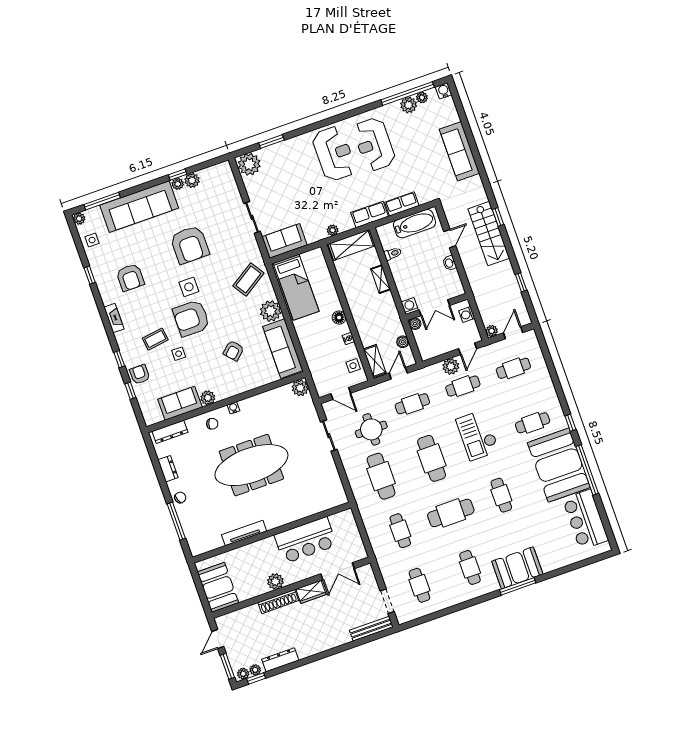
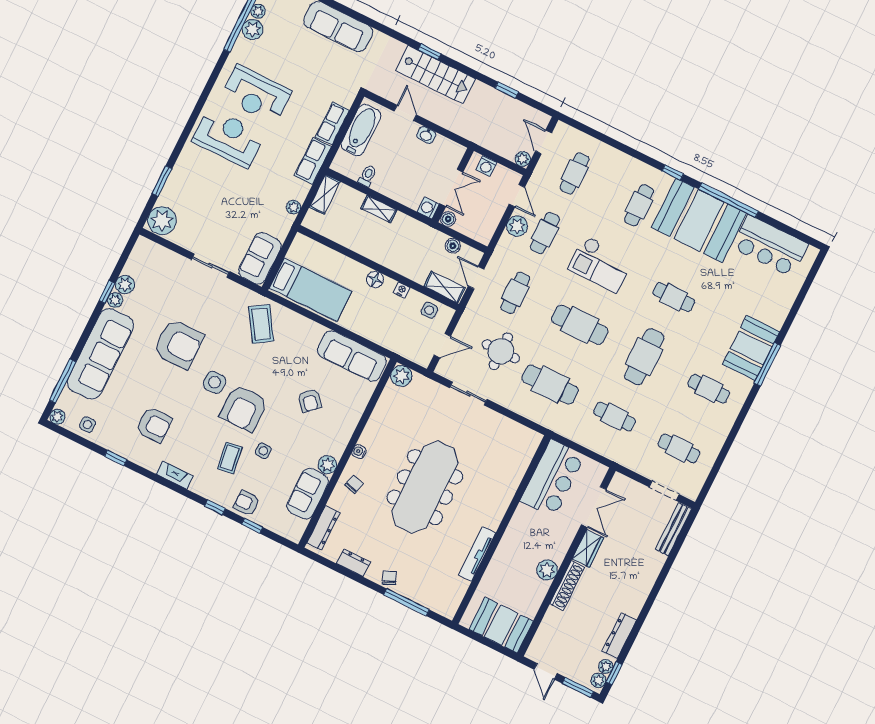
shelving: (352, 245) -> (325, 194), width x0.67, depth x0.75
plant: (271, 311) -> (308, 333), removed
bar counter: (305, 540) -> (553, 478), moved

